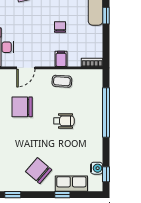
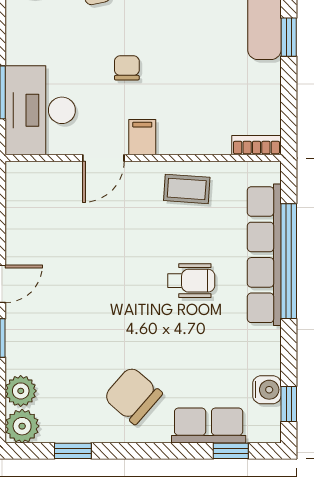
chair: (60, 27) -> (127, 68), moved
filing cabinet: (61, 59) -> (142, 137), moved
chair: (22, 107) -> (95, 248), removed
row of seats: (95, 110) -> (264, 255), added
window: (62, 195) -> (231, 451), moved

